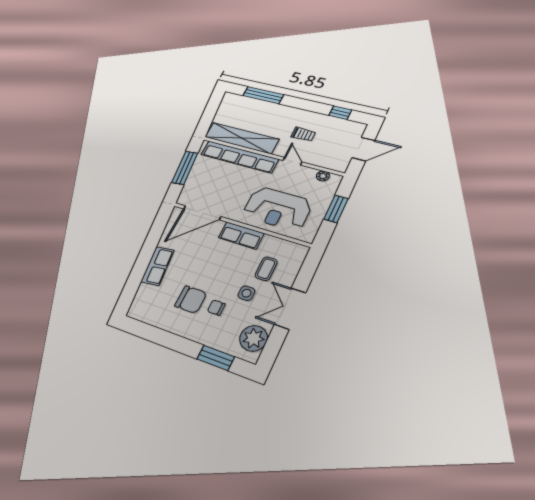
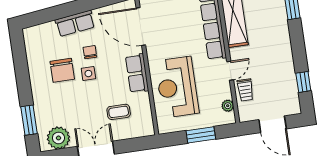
trolley: (303, 134) -> (245, 90), moved
side table: (246, 293) -> (88, 74), moved
chair: (216, 308) -> (90, 52), moved

